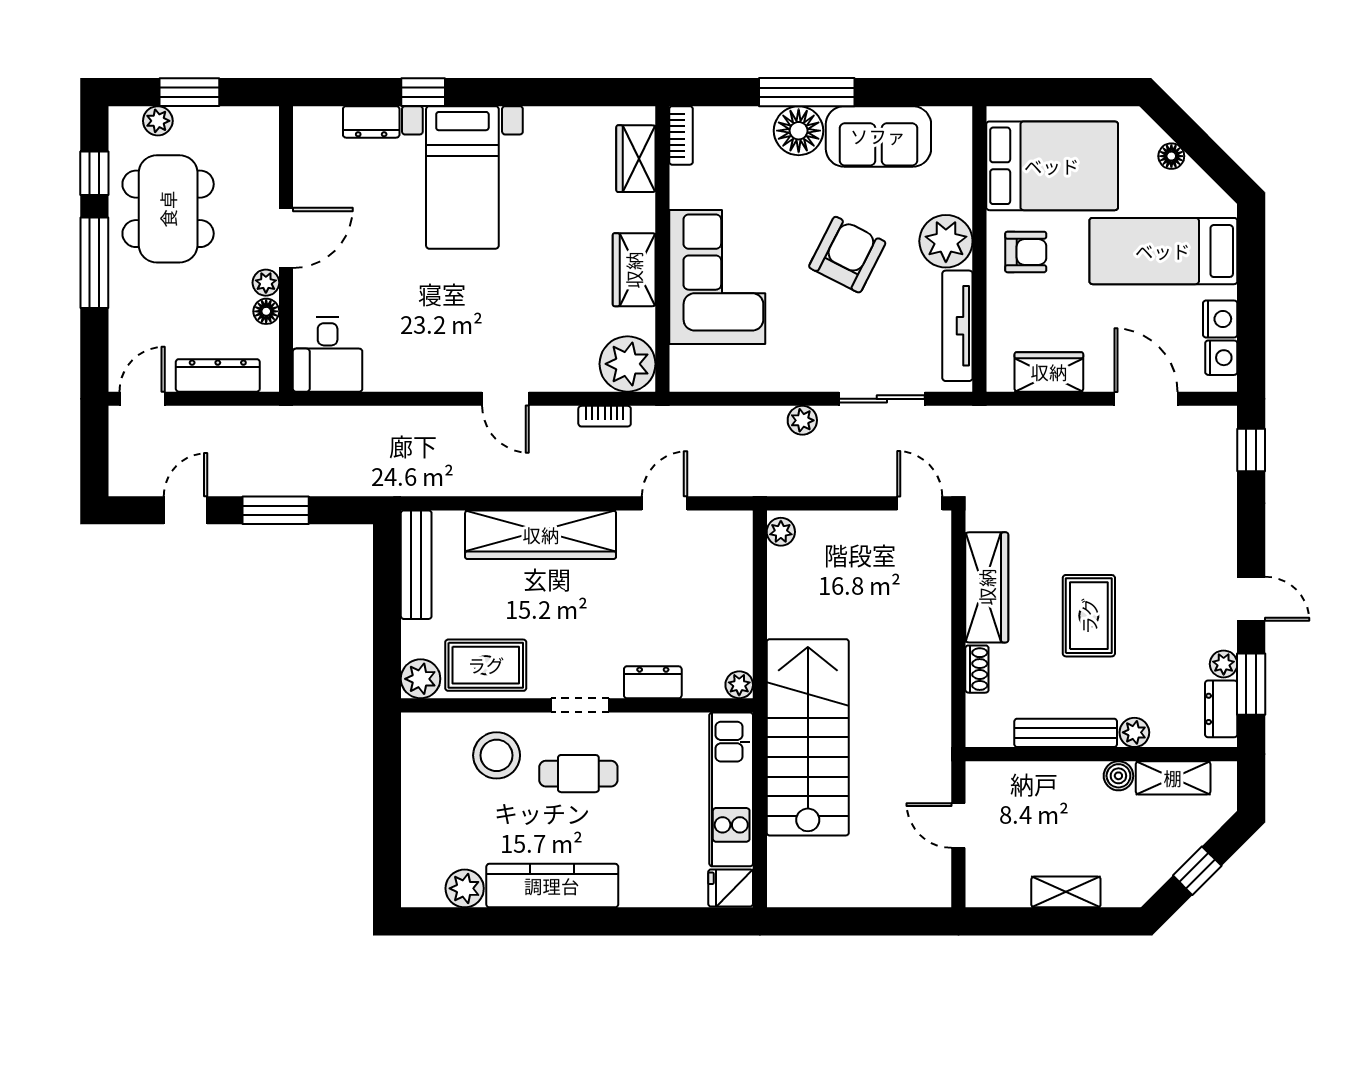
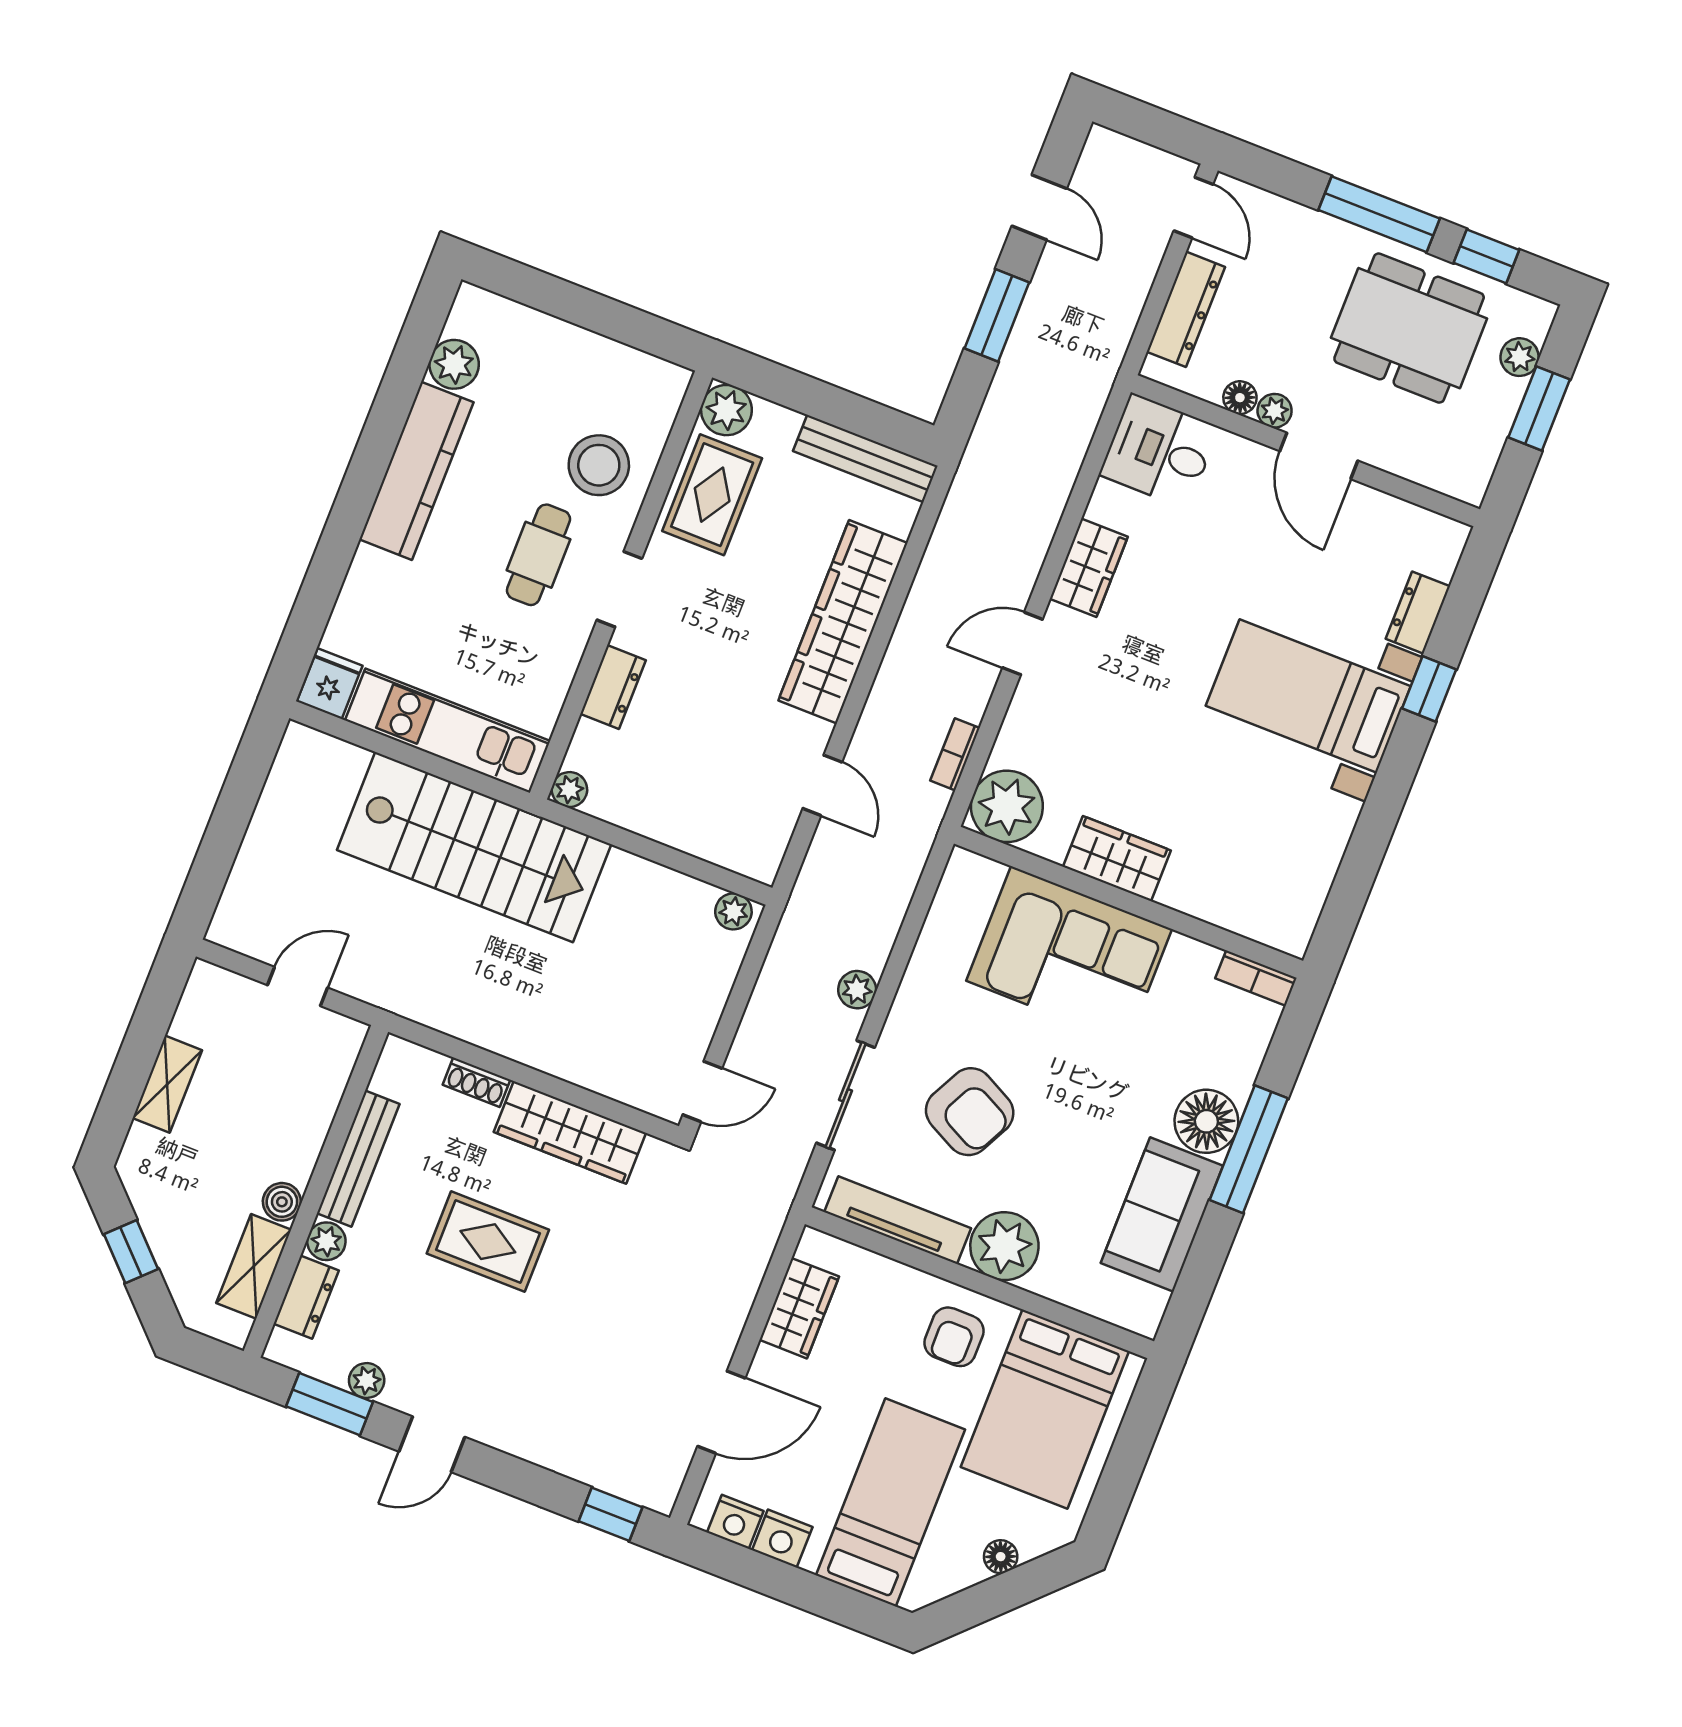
wardrobe: (636, 159) -> (1089, 568), moved, turned 90
armchair: (847, 255) -> (970, 1112), moved
dresser: (1221, 709) -> (306, 1297), moved, turned 90

